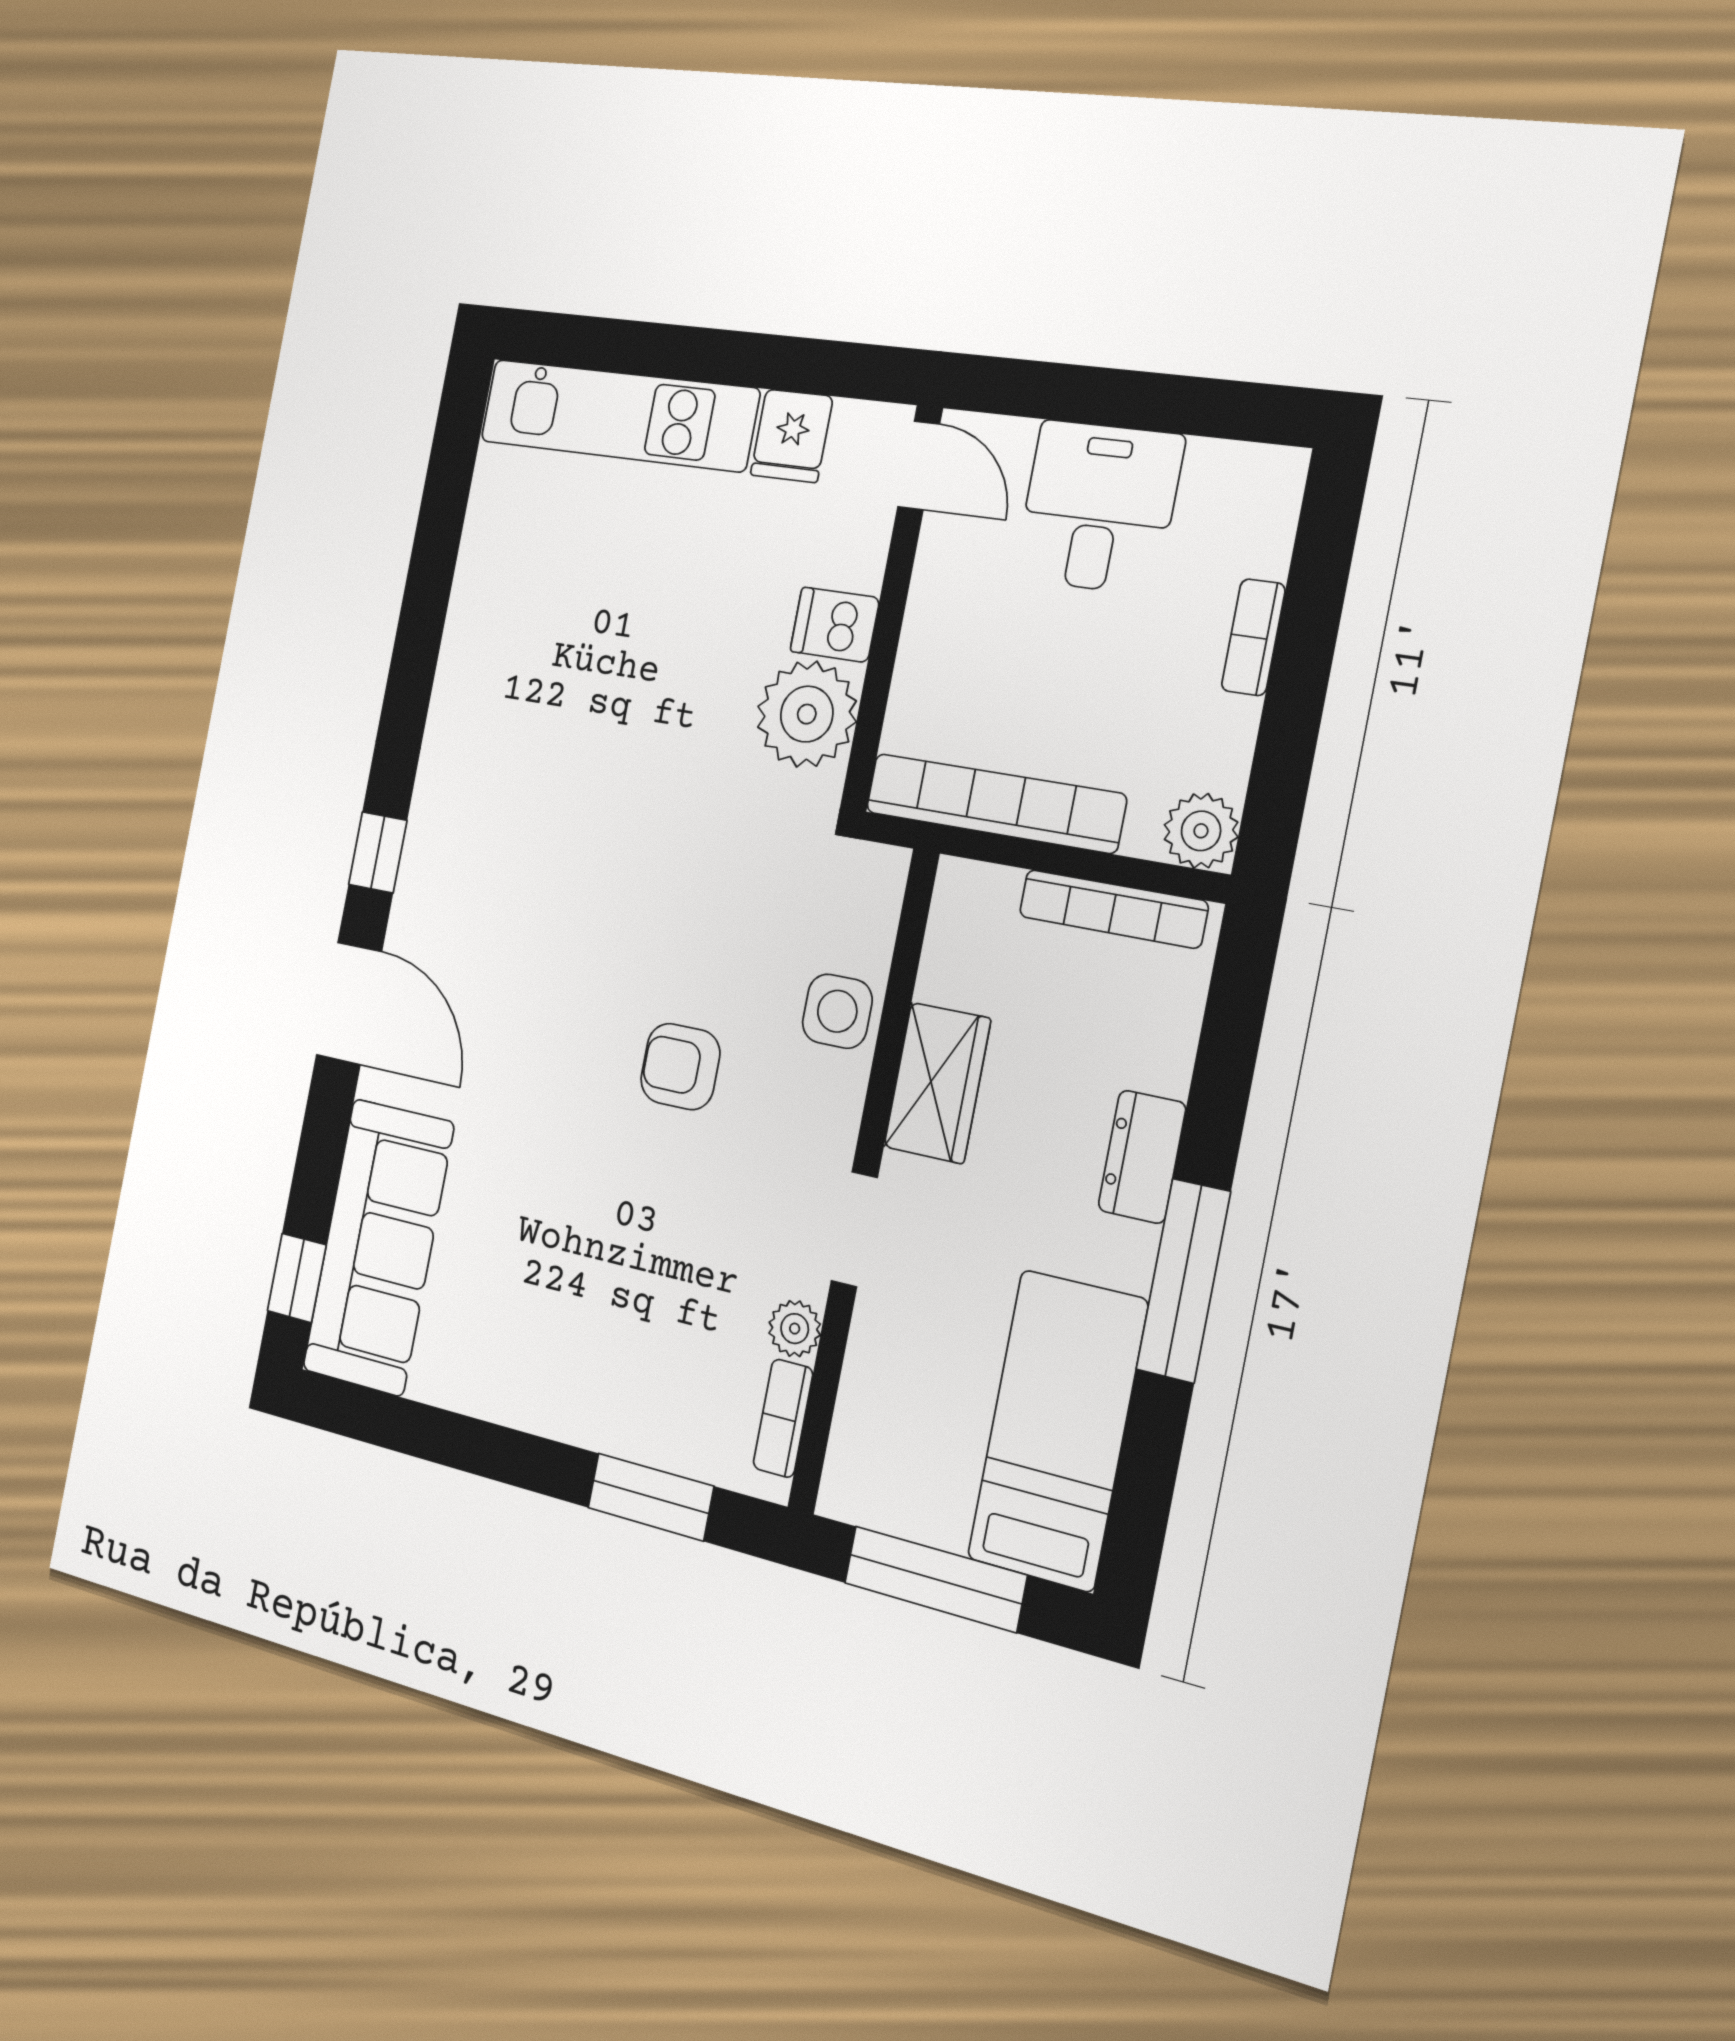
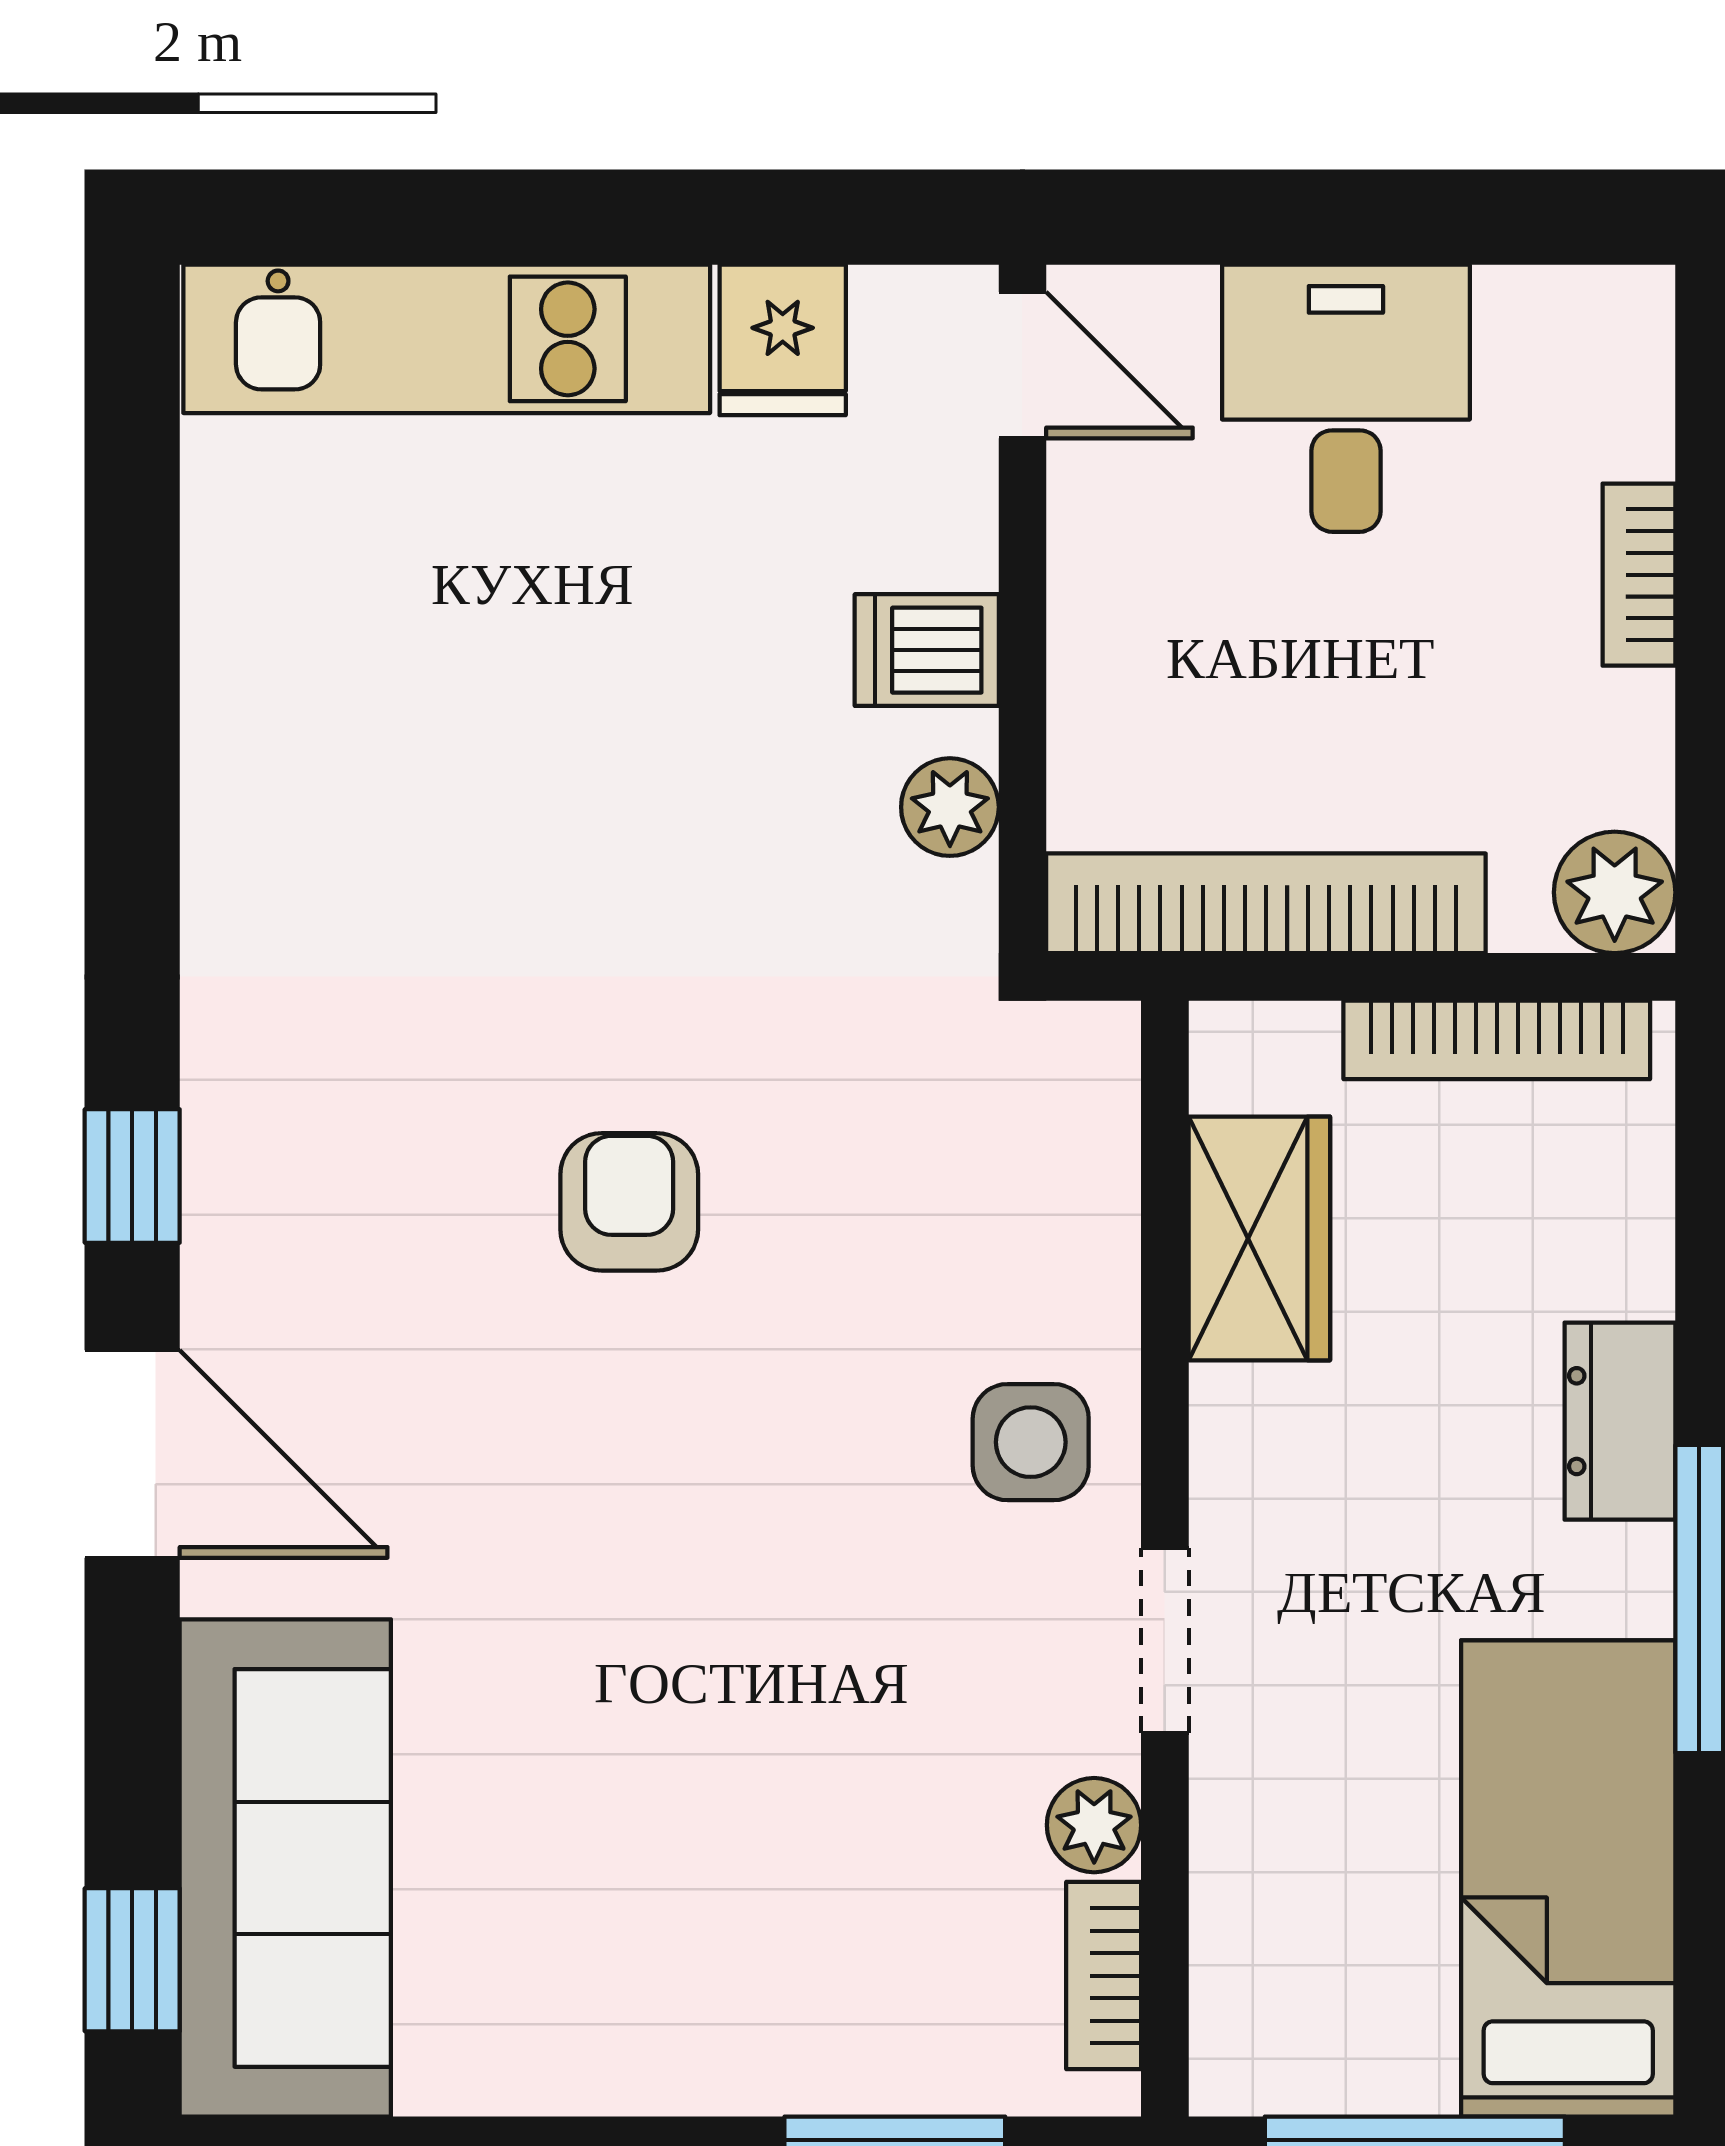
plant: (807, 714) -> (950, 807), width x0.53, depth x0.53
side table: (837, 1011) -> (1031, 1442), moved
armchair: (680, 1067) -> (629, 1202), moved, turned 90
wardrobe: (937, 1083) -> (1259, 1238), moved

